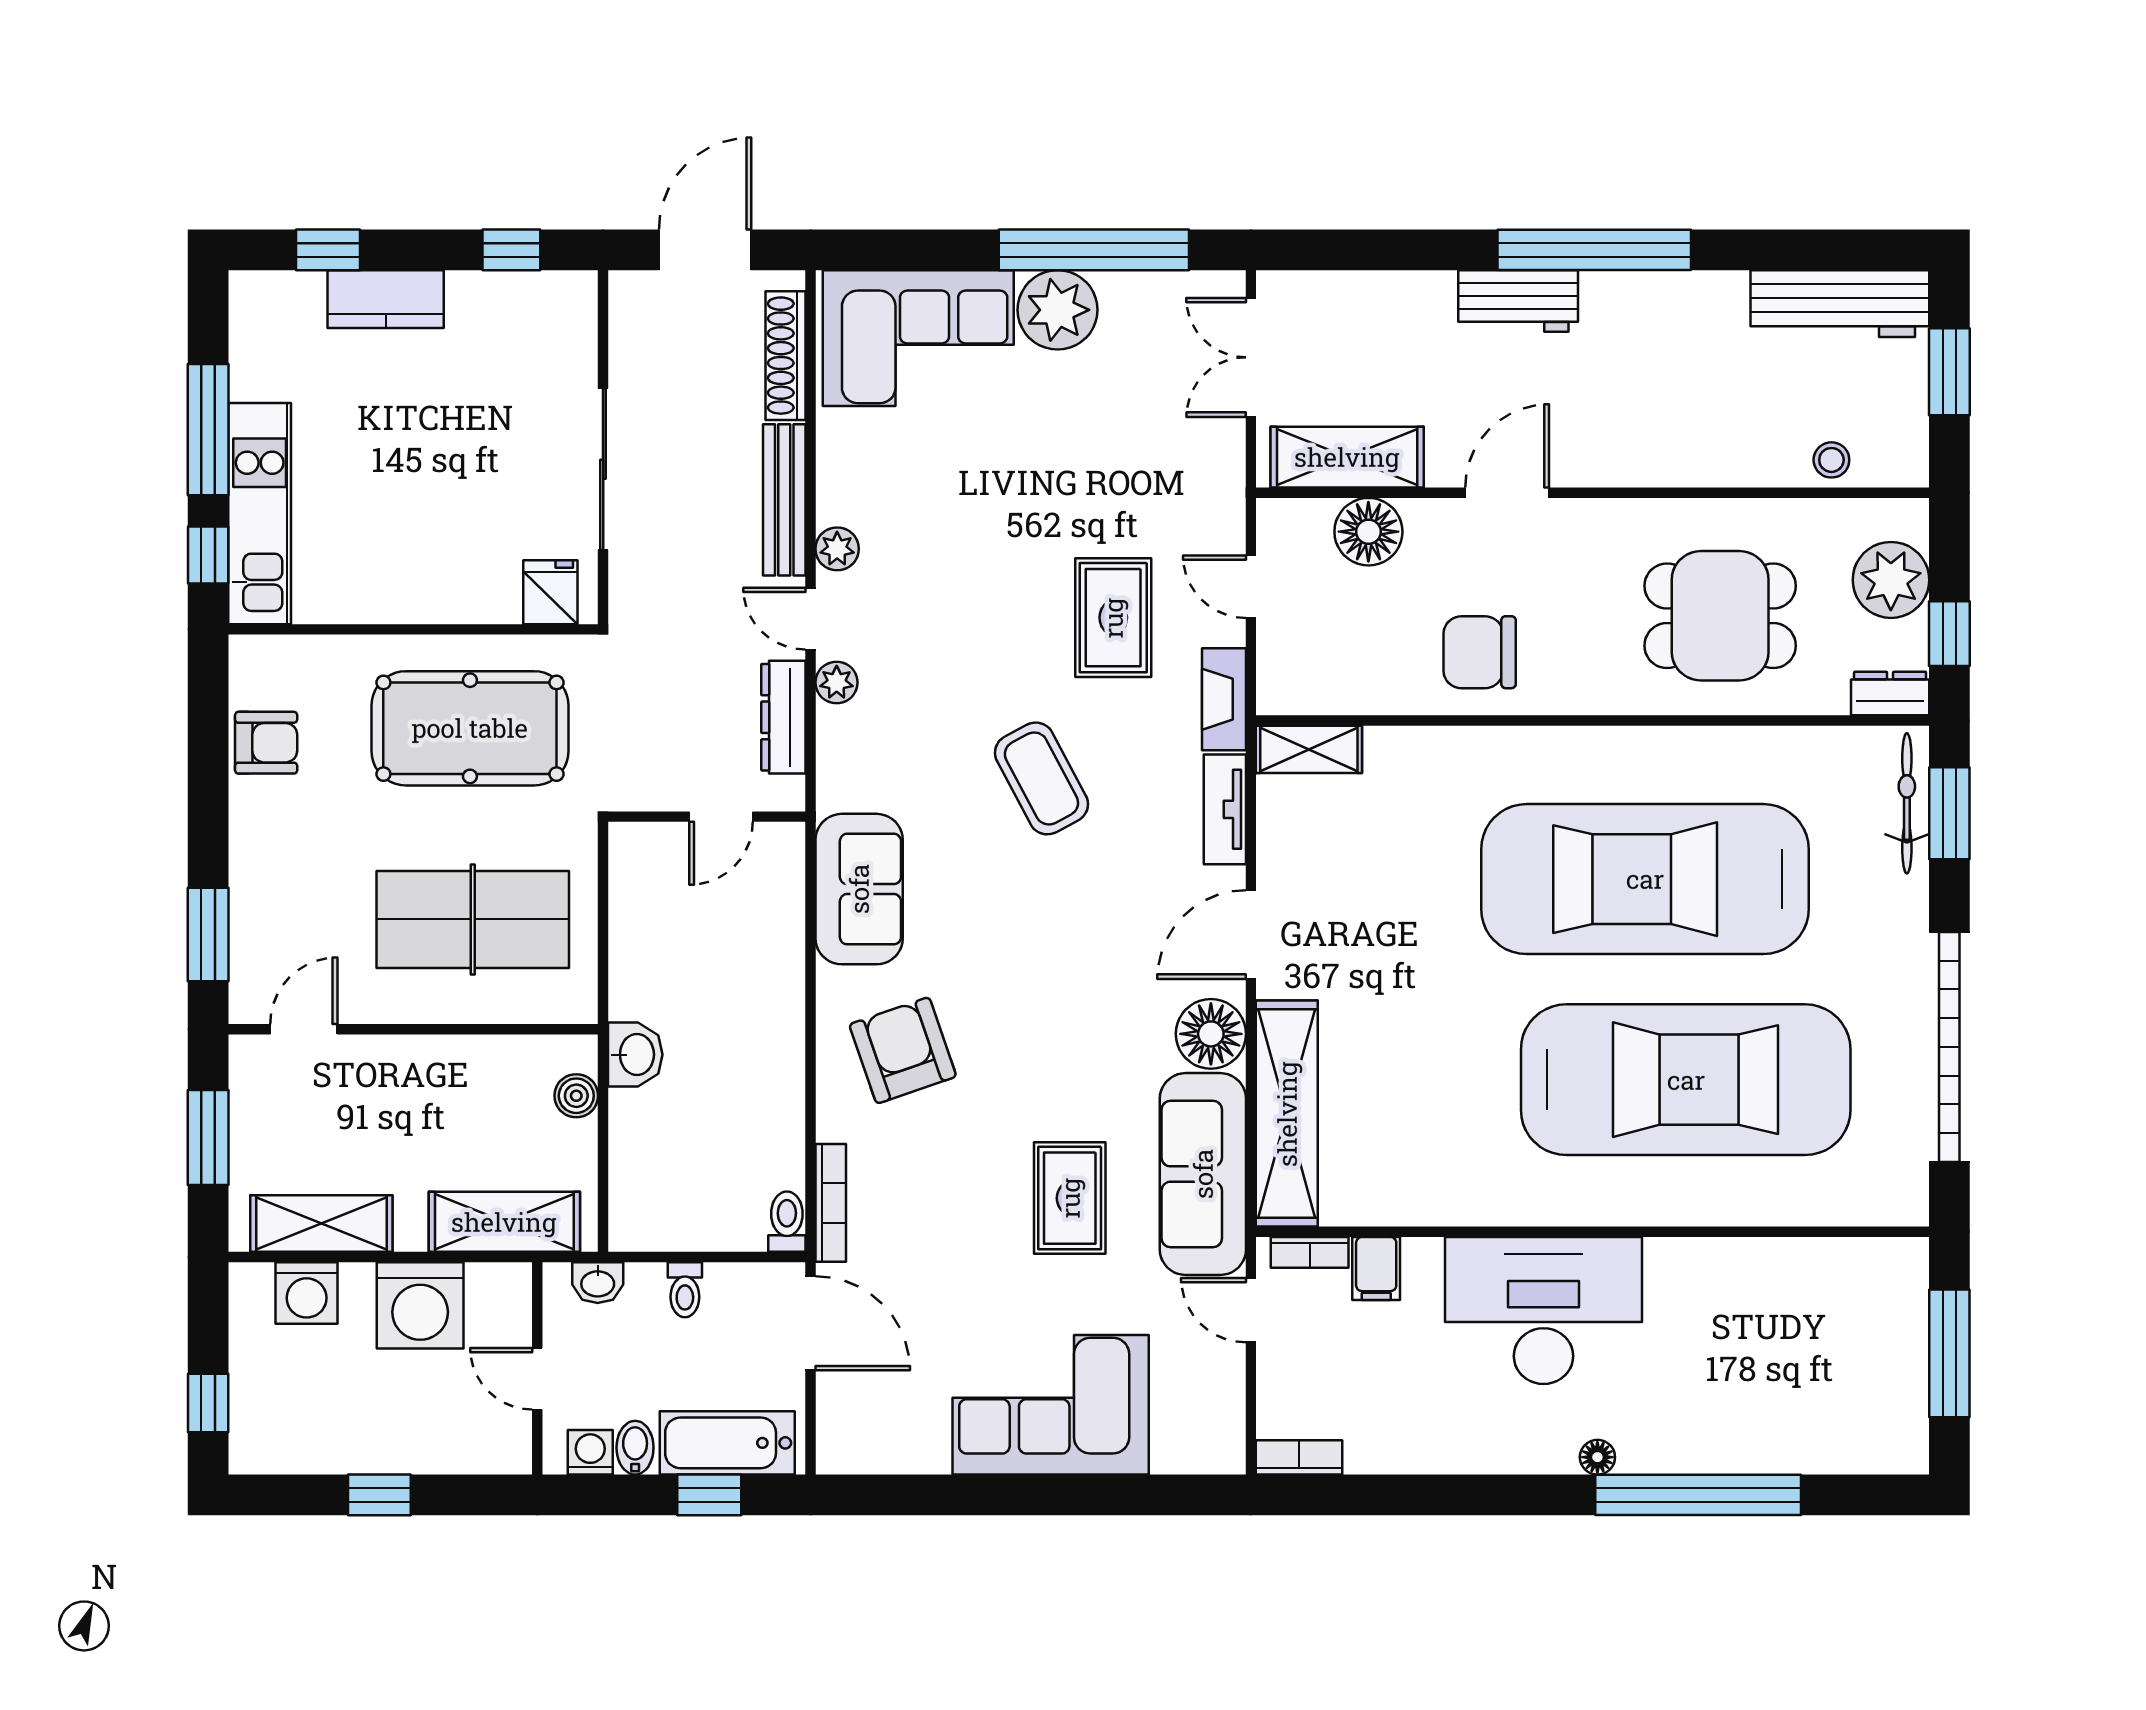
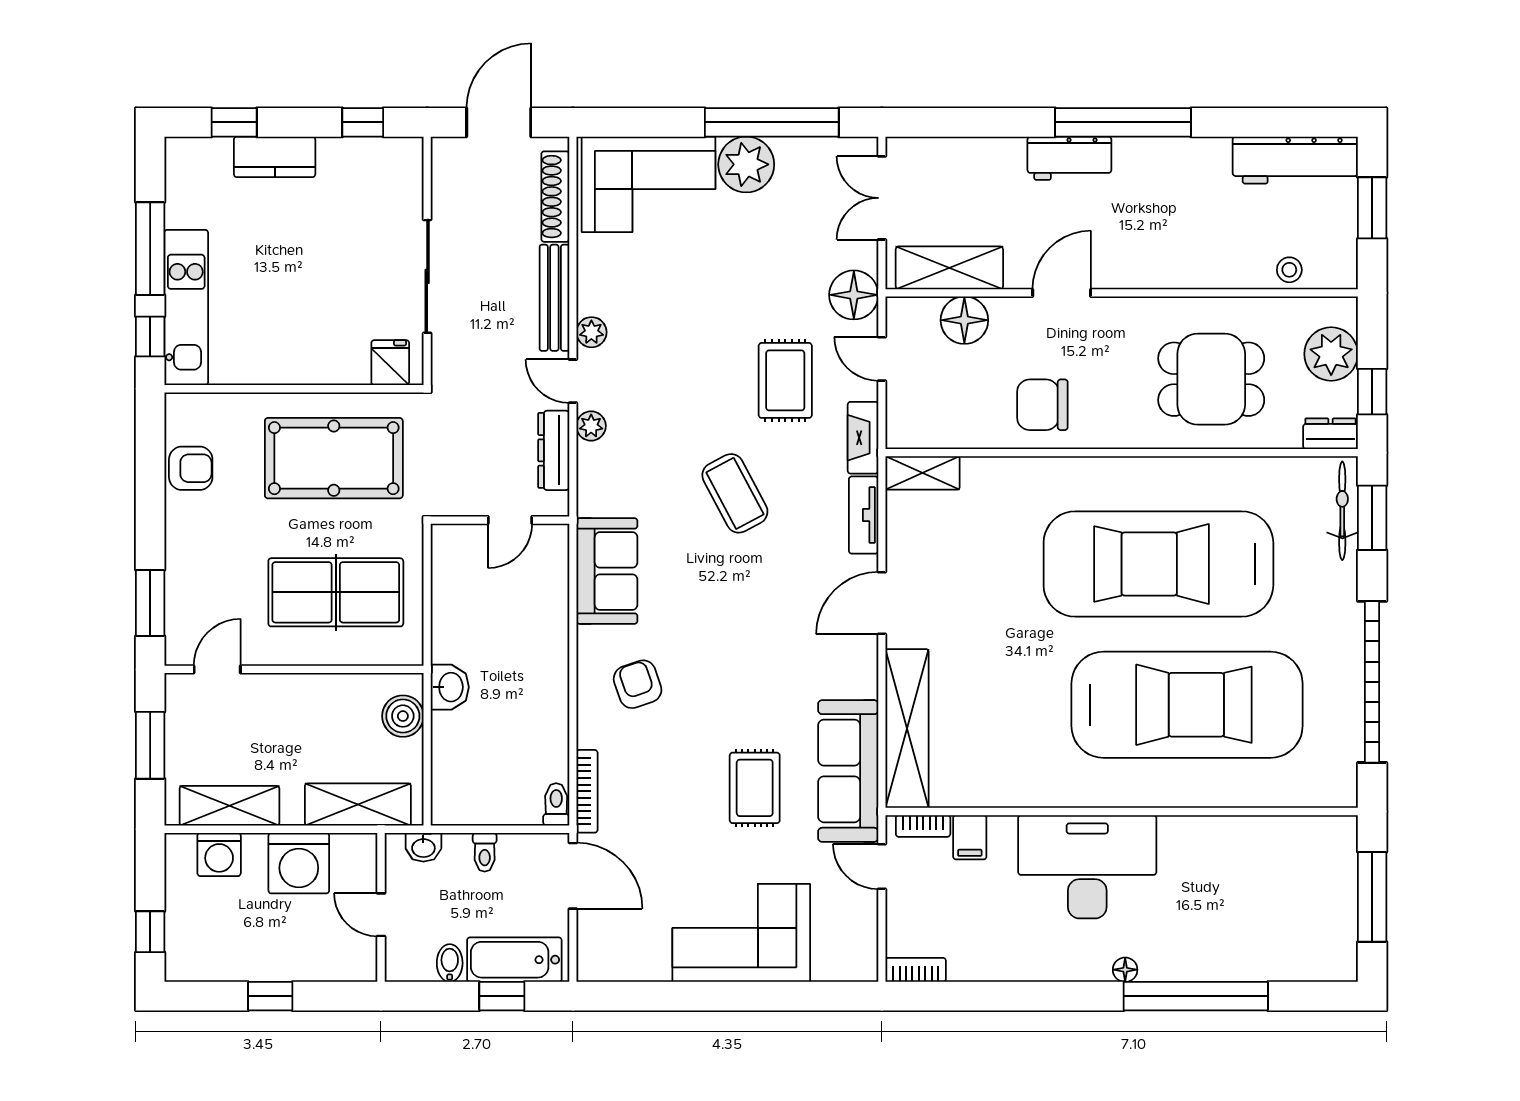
floor lamp: (1211, 1034) -> (854, 295), moved
armchair: (903, 1050) -> (638, 684), width x0.72, depth x0.72
boiler: (576, 1096) -> (403, 716), width x1.36, depth x1.36
washing machine: (590, 1452) -> (418, 966), removed

